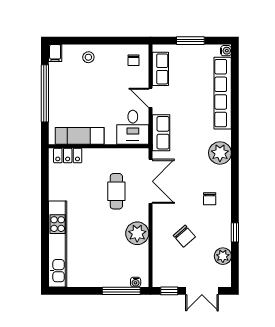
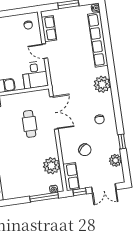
row of seats: (161, 133) -> (71, 177), moved
plant: (137, 233) -> (52, 166), moved

